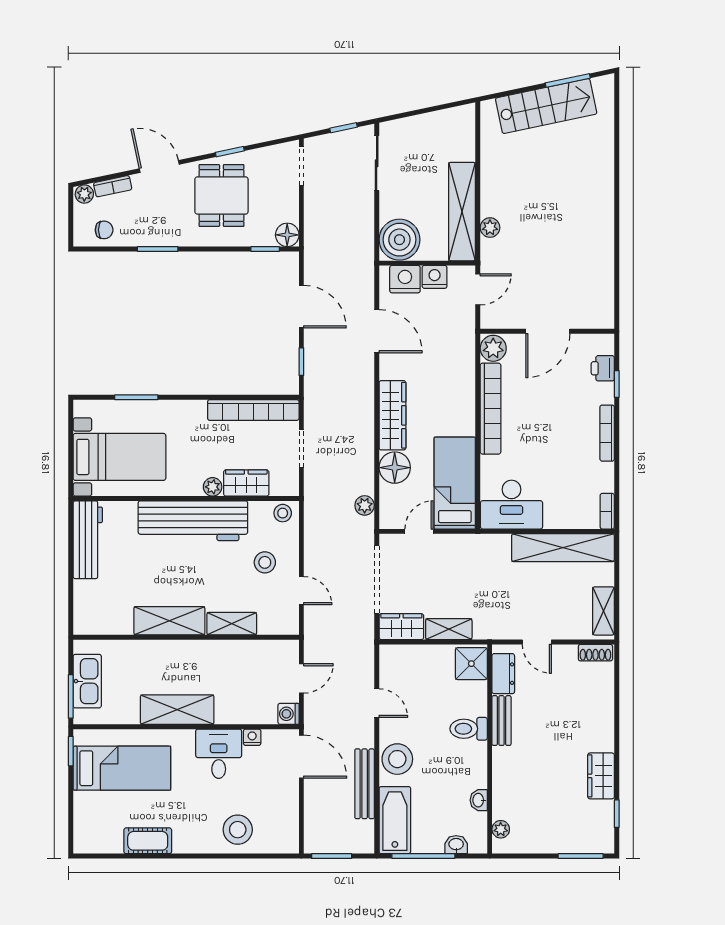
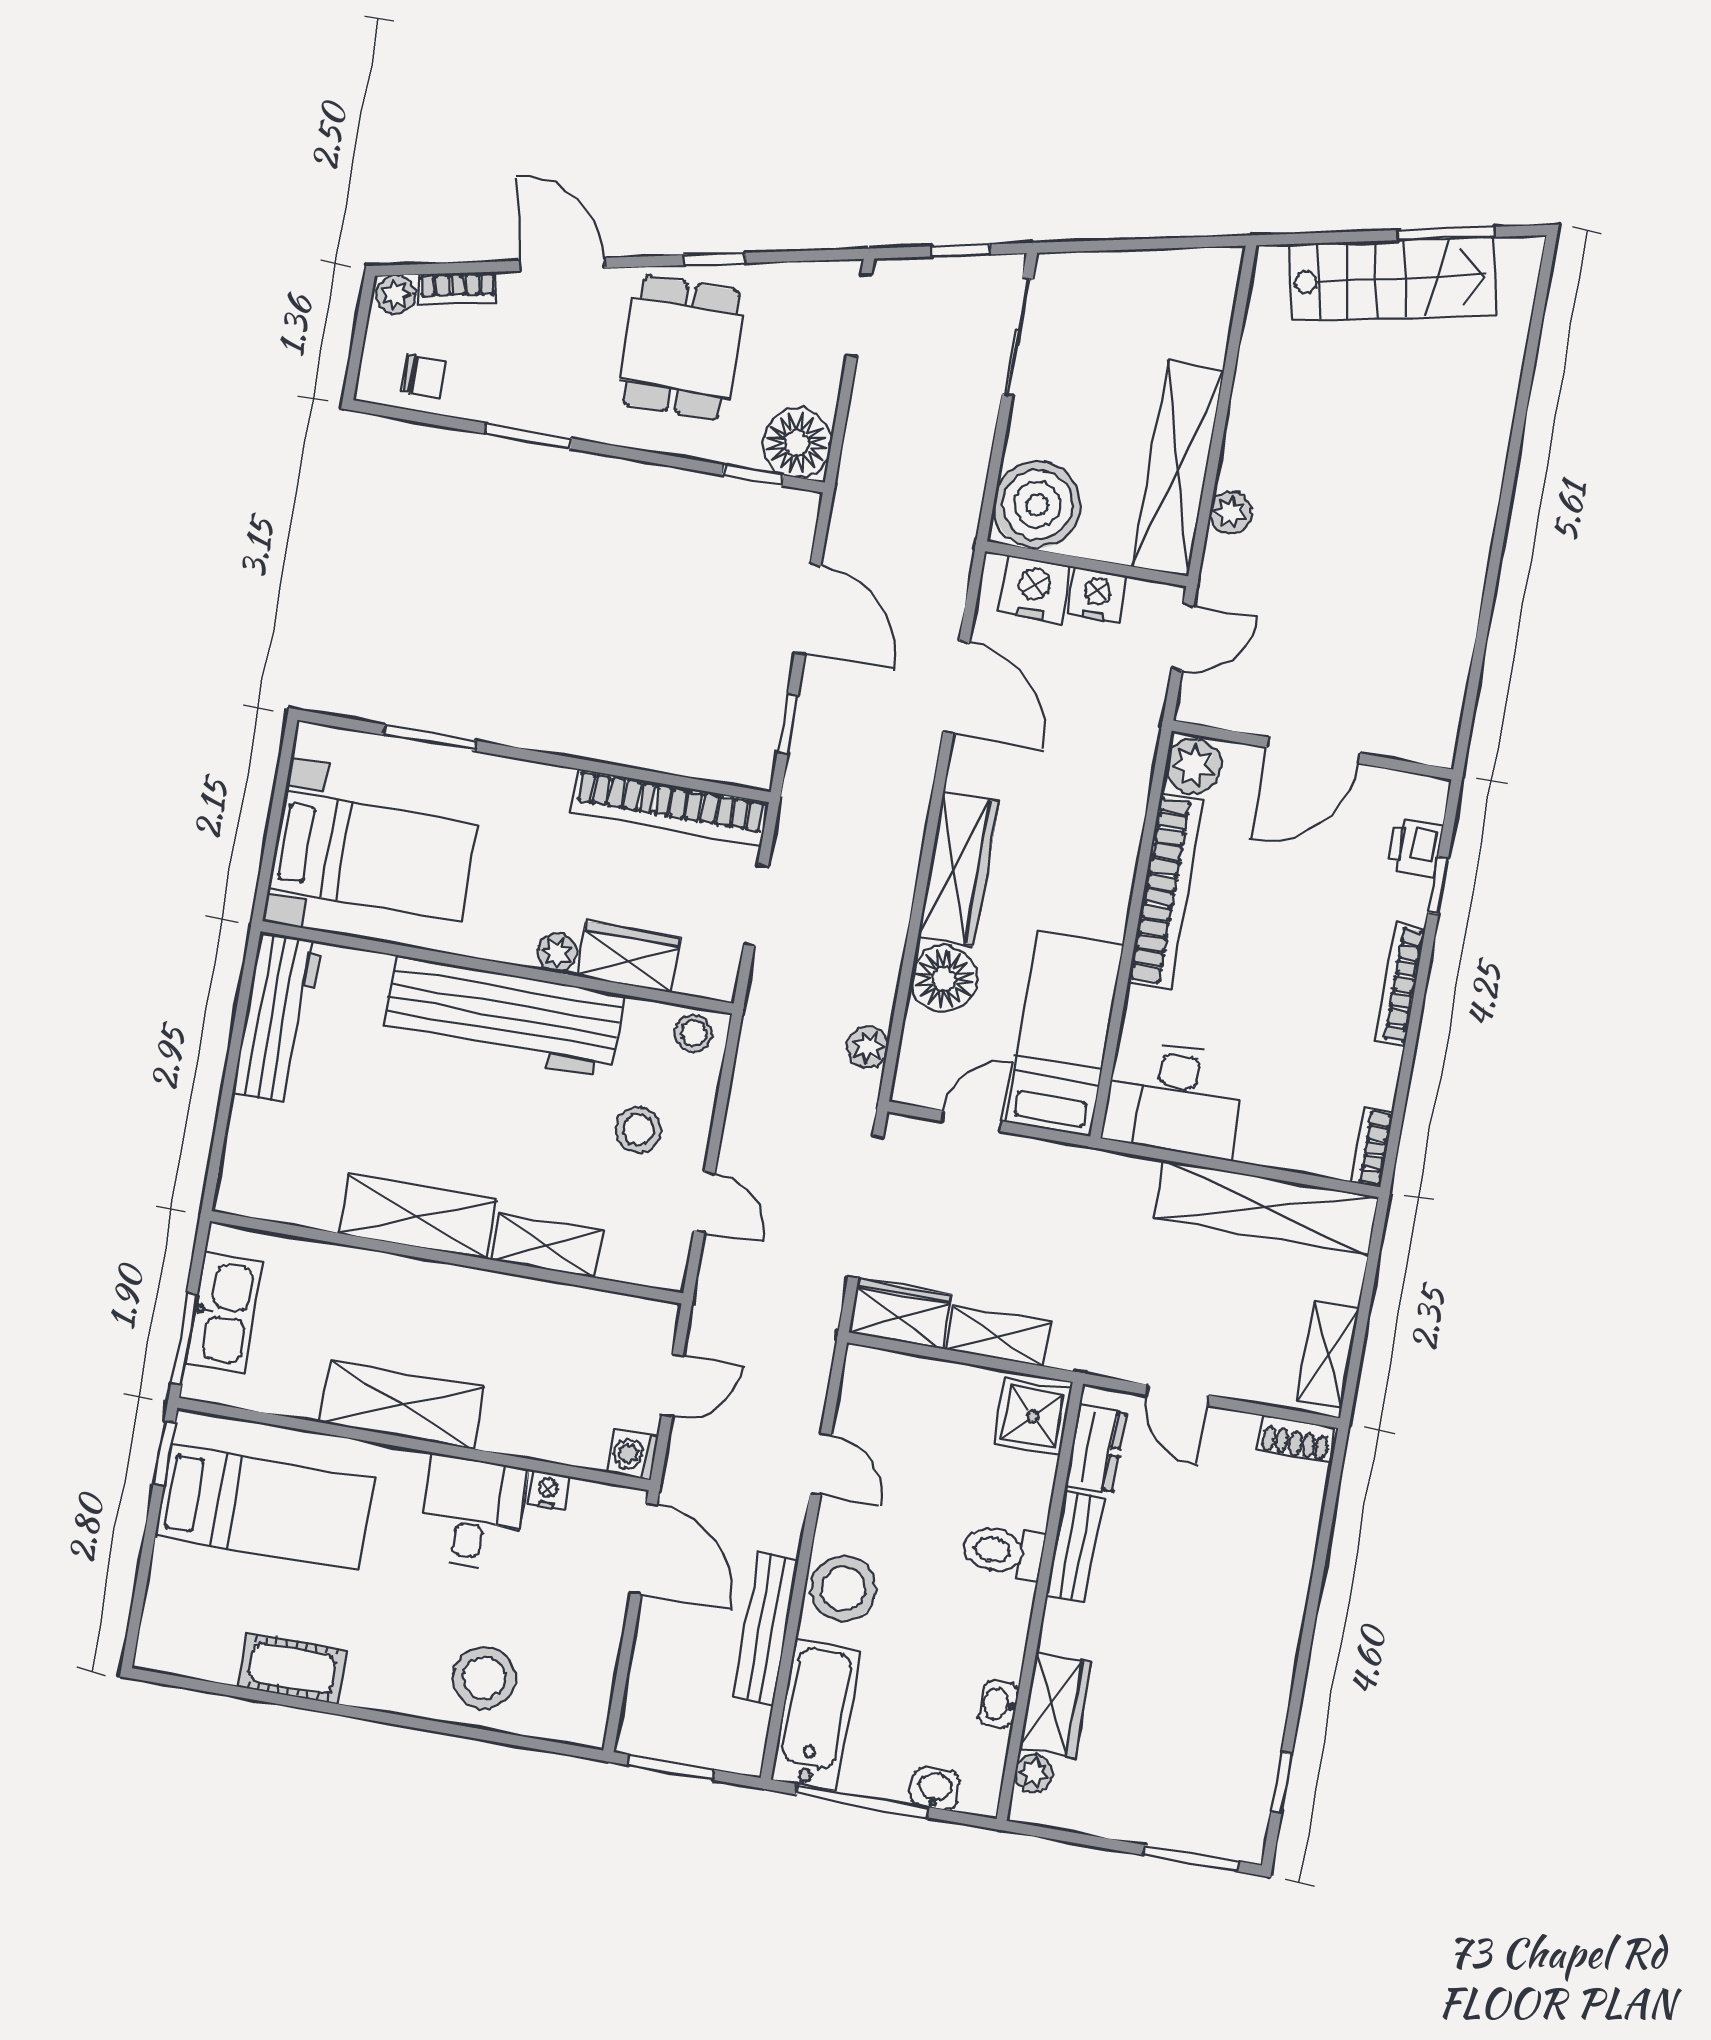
floor lamp: (287, 235) -> (797, 443), width x1.38, depth x1.38
wardrobe: (601, 776) -> (1055, 1705), moved, turned 180

